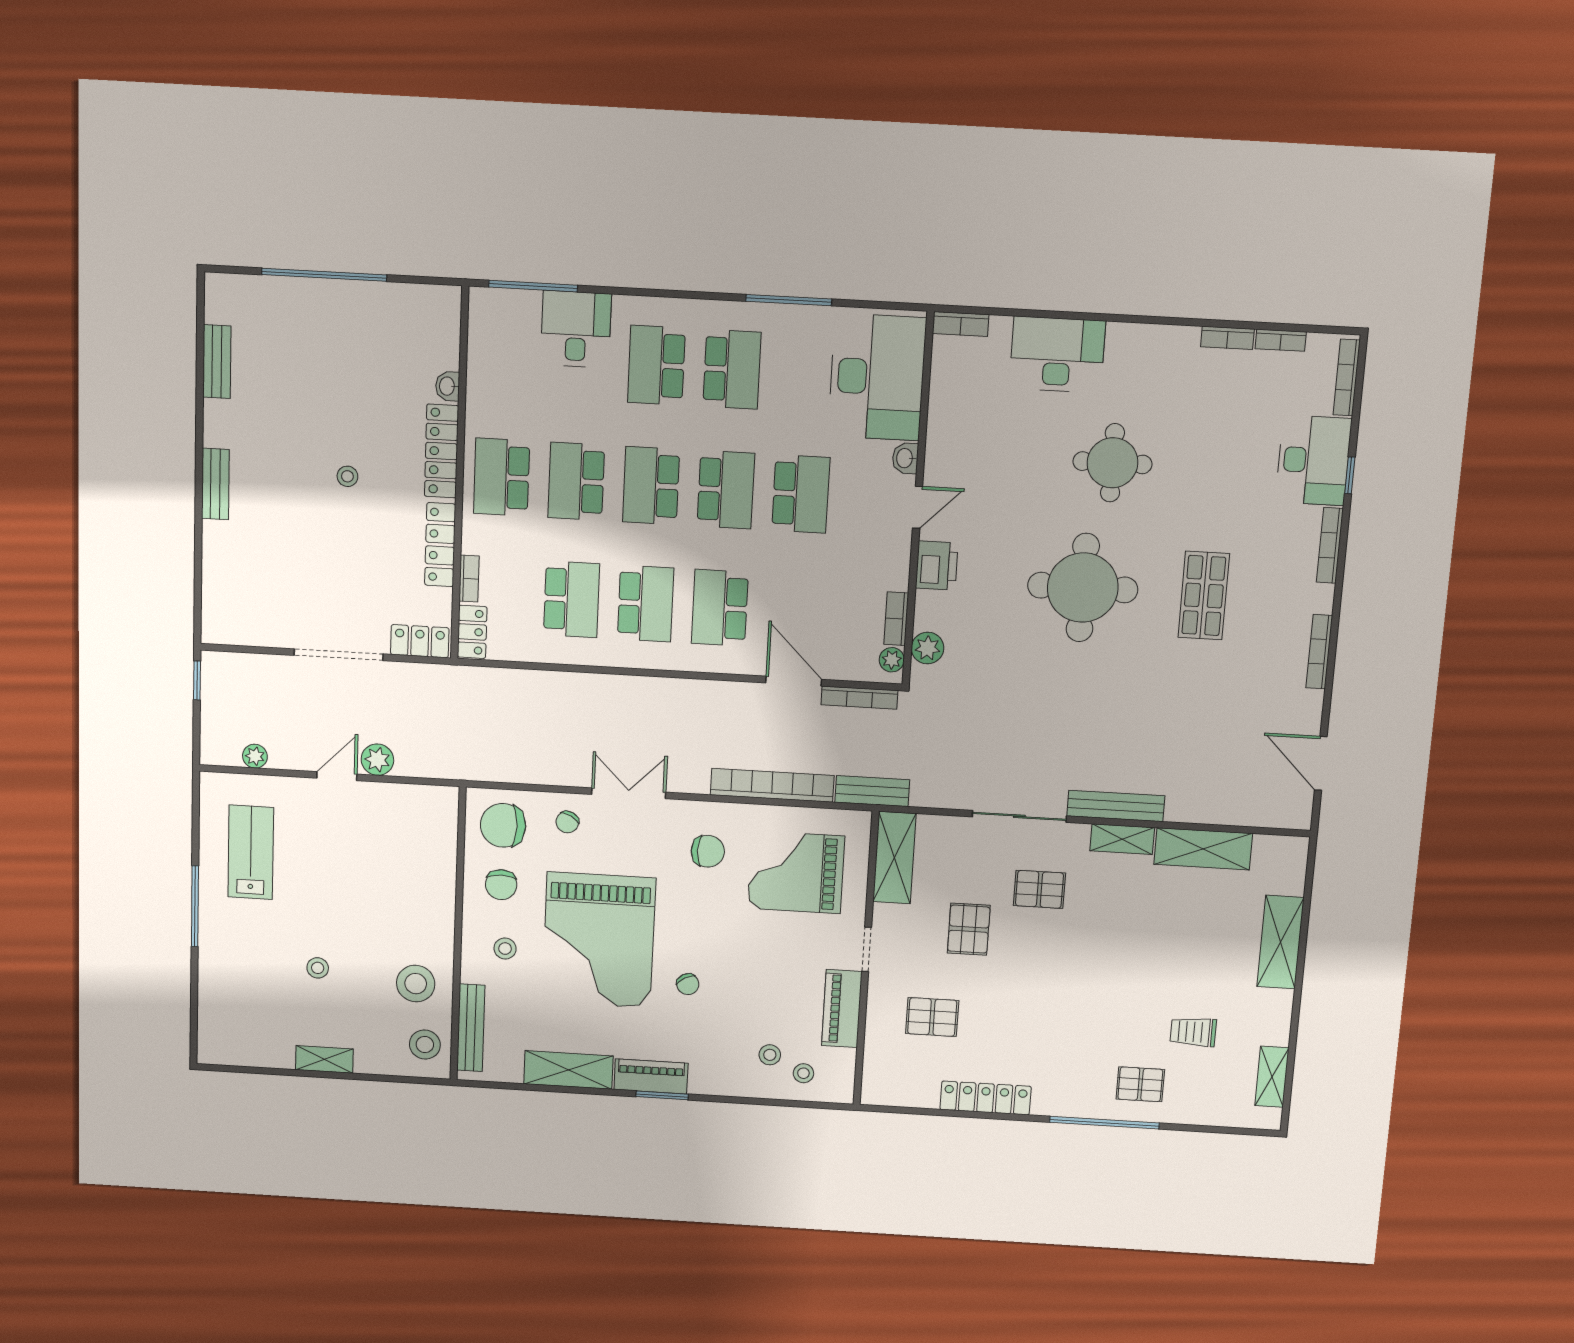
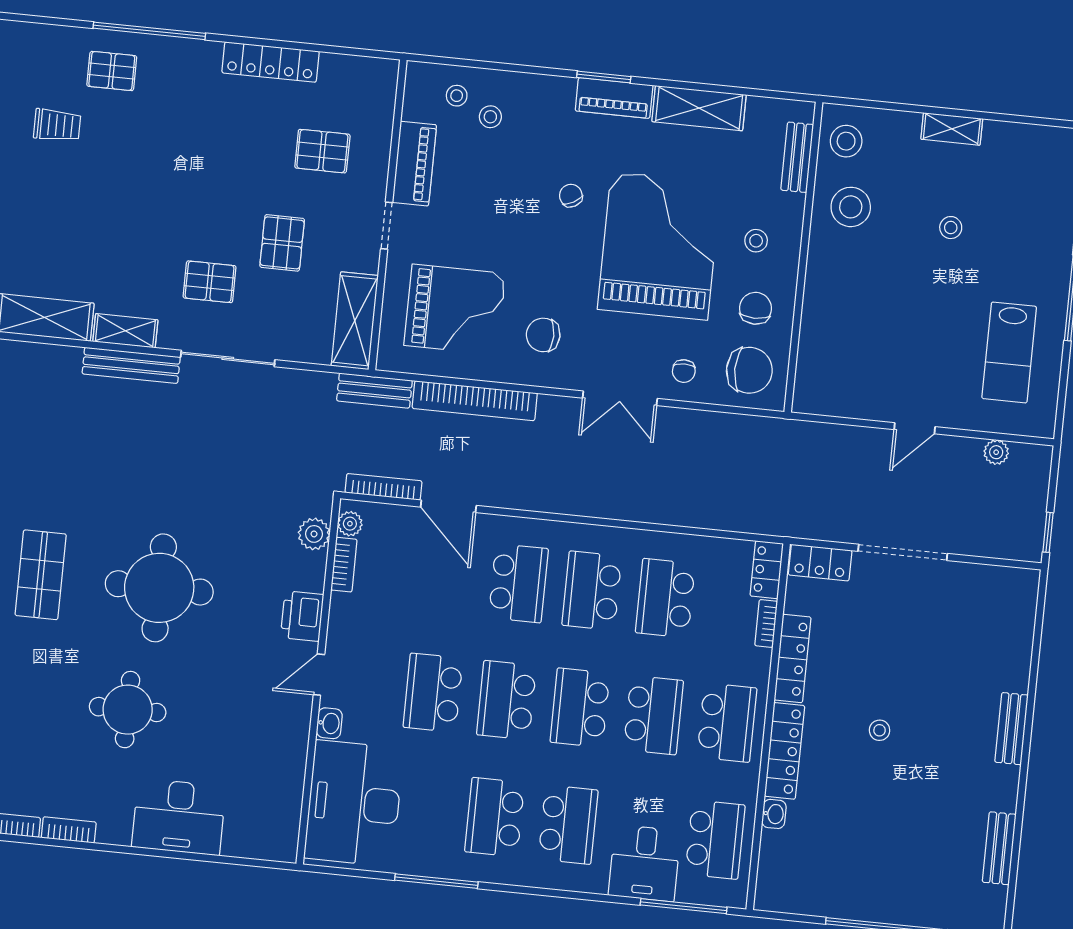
bookcase: (961, 324) -> (69, 830), moved
school desk: (506, 357) -> (715, 840), added
school desk: (651, 486) -> (580, 708), turned 180
plant: (377, 760) -> (872, 443), removed
chair: (567, 822) -> (684, 371), turned 151
bench: (471, 1028) -> (797, 157), width x0.73

